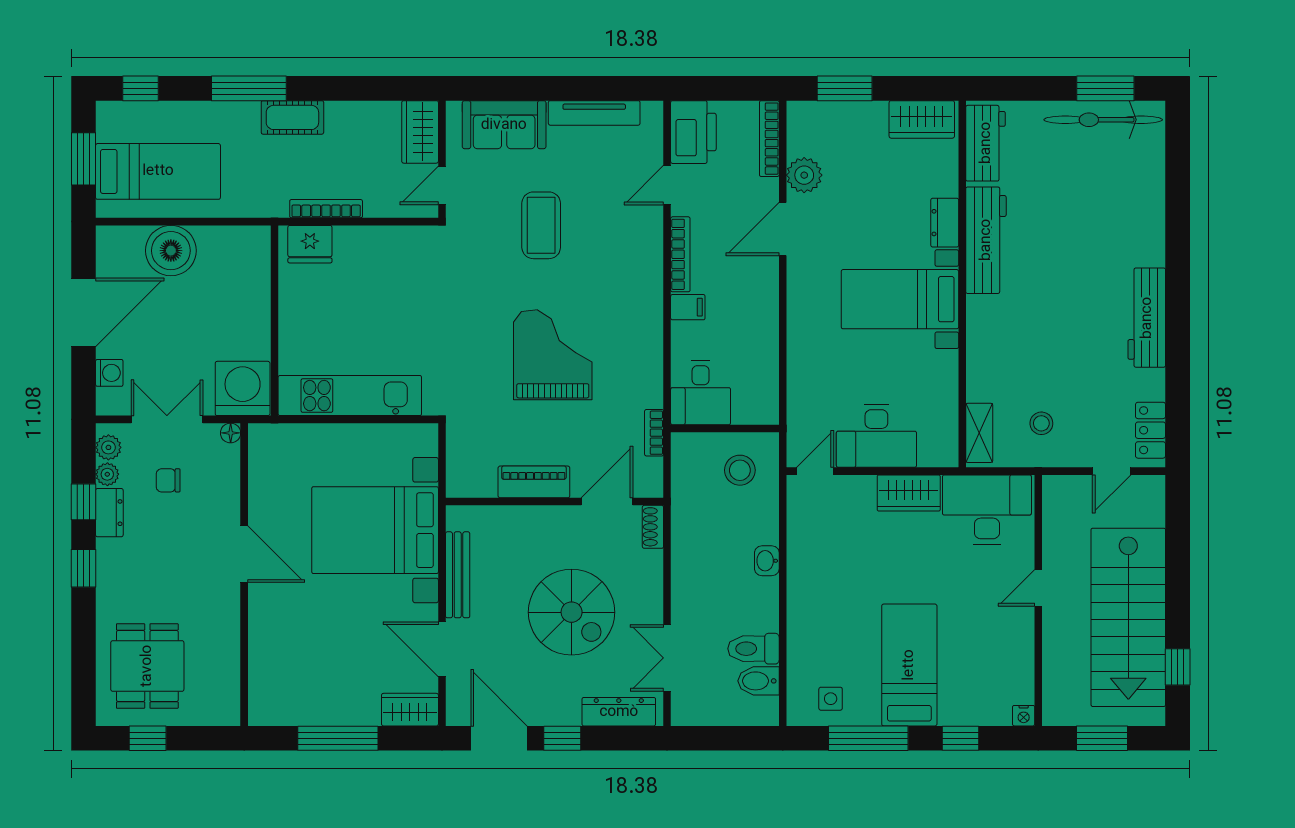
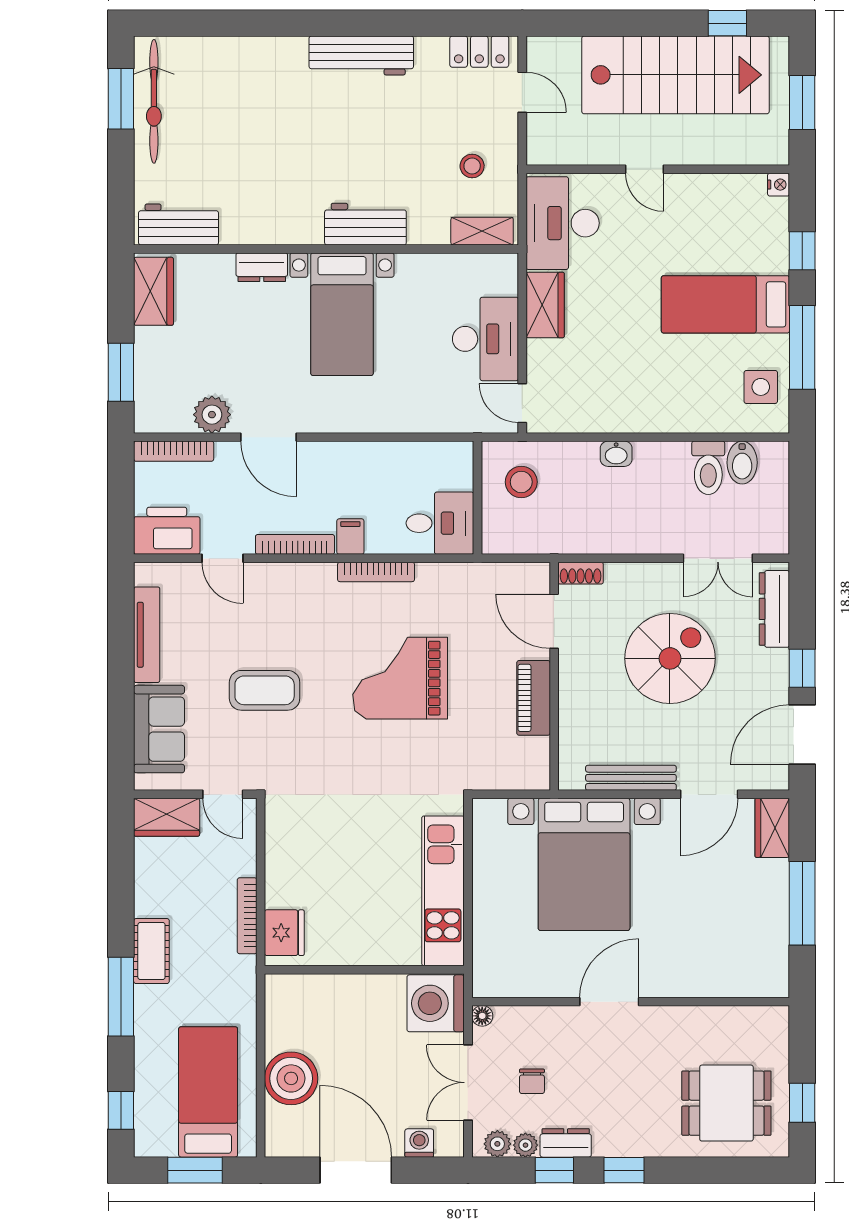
workbench: (986, 240) -> (365, 224), moved, width x0.73
bookcase: (654, 433) -> (376, 572), moved, width x1.56
side table: (831, 699) -> (761, 387), width x1.37, depth x1.37

